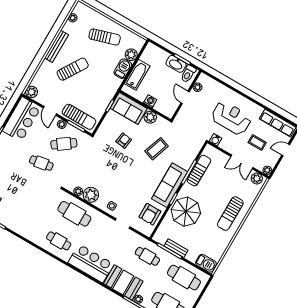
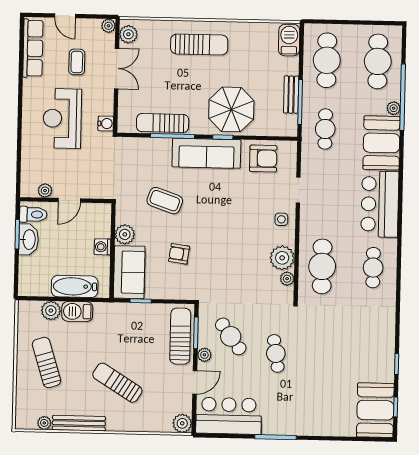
bench: (56, 46) -> (79, 423), moved

